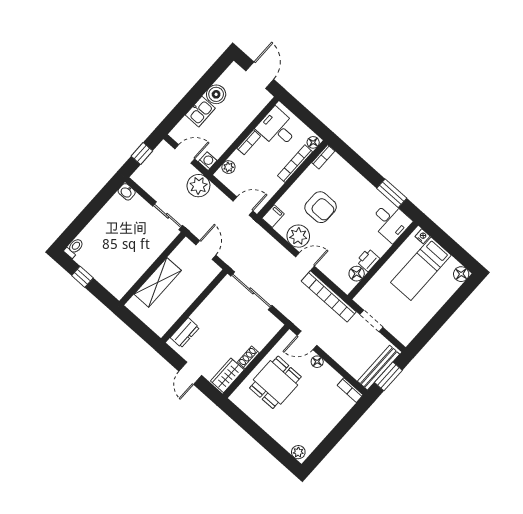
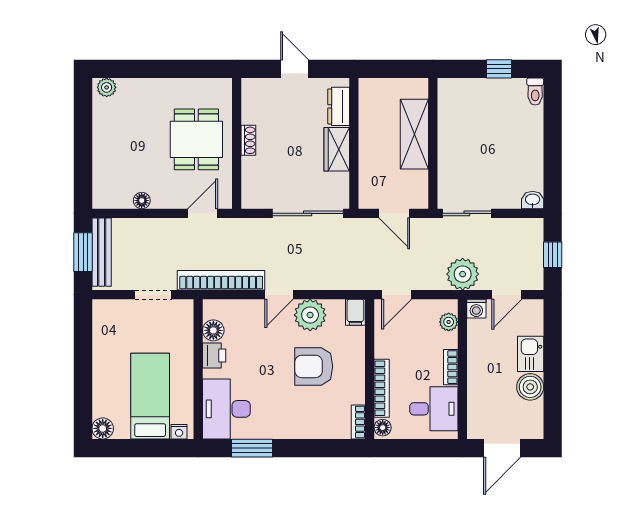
door: (260, 75) -> (502, 448), hinge flipped
desk: (391, 222) -> (226, 409), width x1.37
floor lamp: (317, 362) -> (142, 201), moved
wardrobe: (227, 375) -> (337, 149), moved, turned 180
bookcase: (350, 390) -> (110, 202), removed

